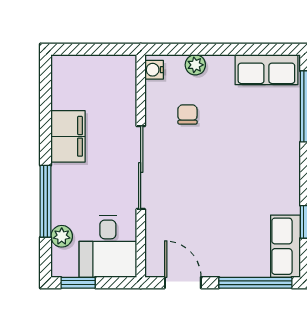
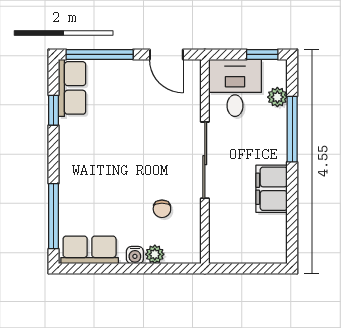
water cooler: (154, 70) -> (135, 255), moved, turned 90

